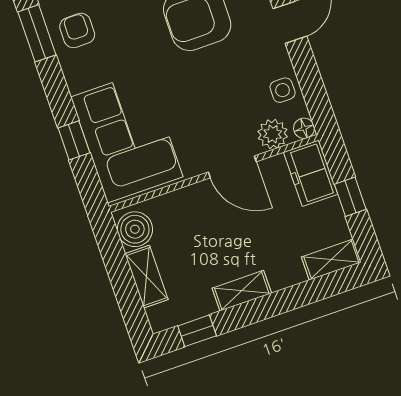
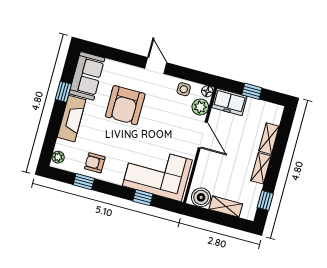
window: (37, 33) -> (84, 182), width x0.67
door: (232, 167) -> (203, 135), hinge flipped
shelving: (331, 260) -> (269, 139), moved

